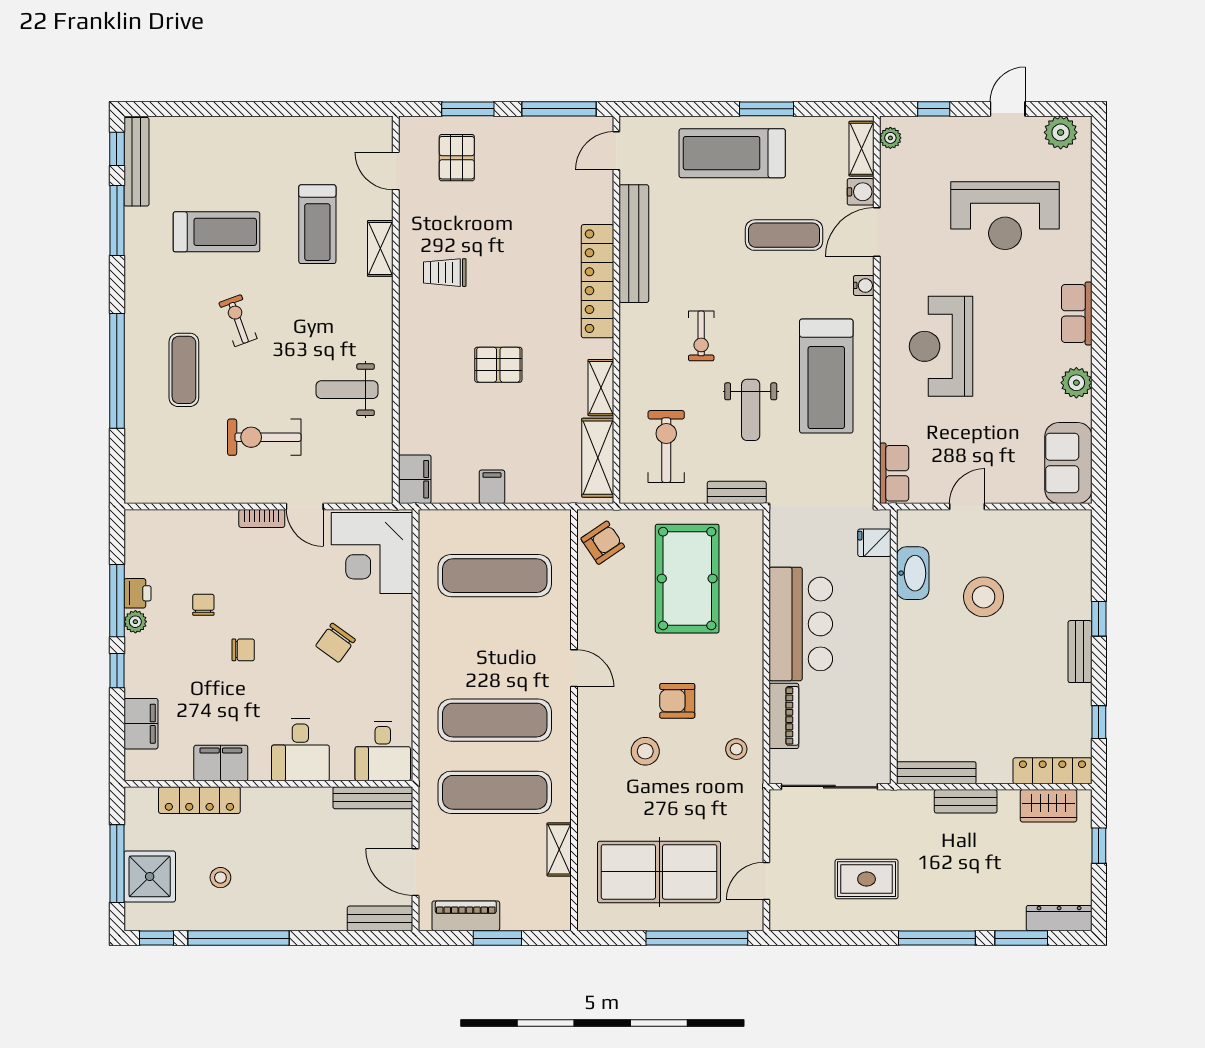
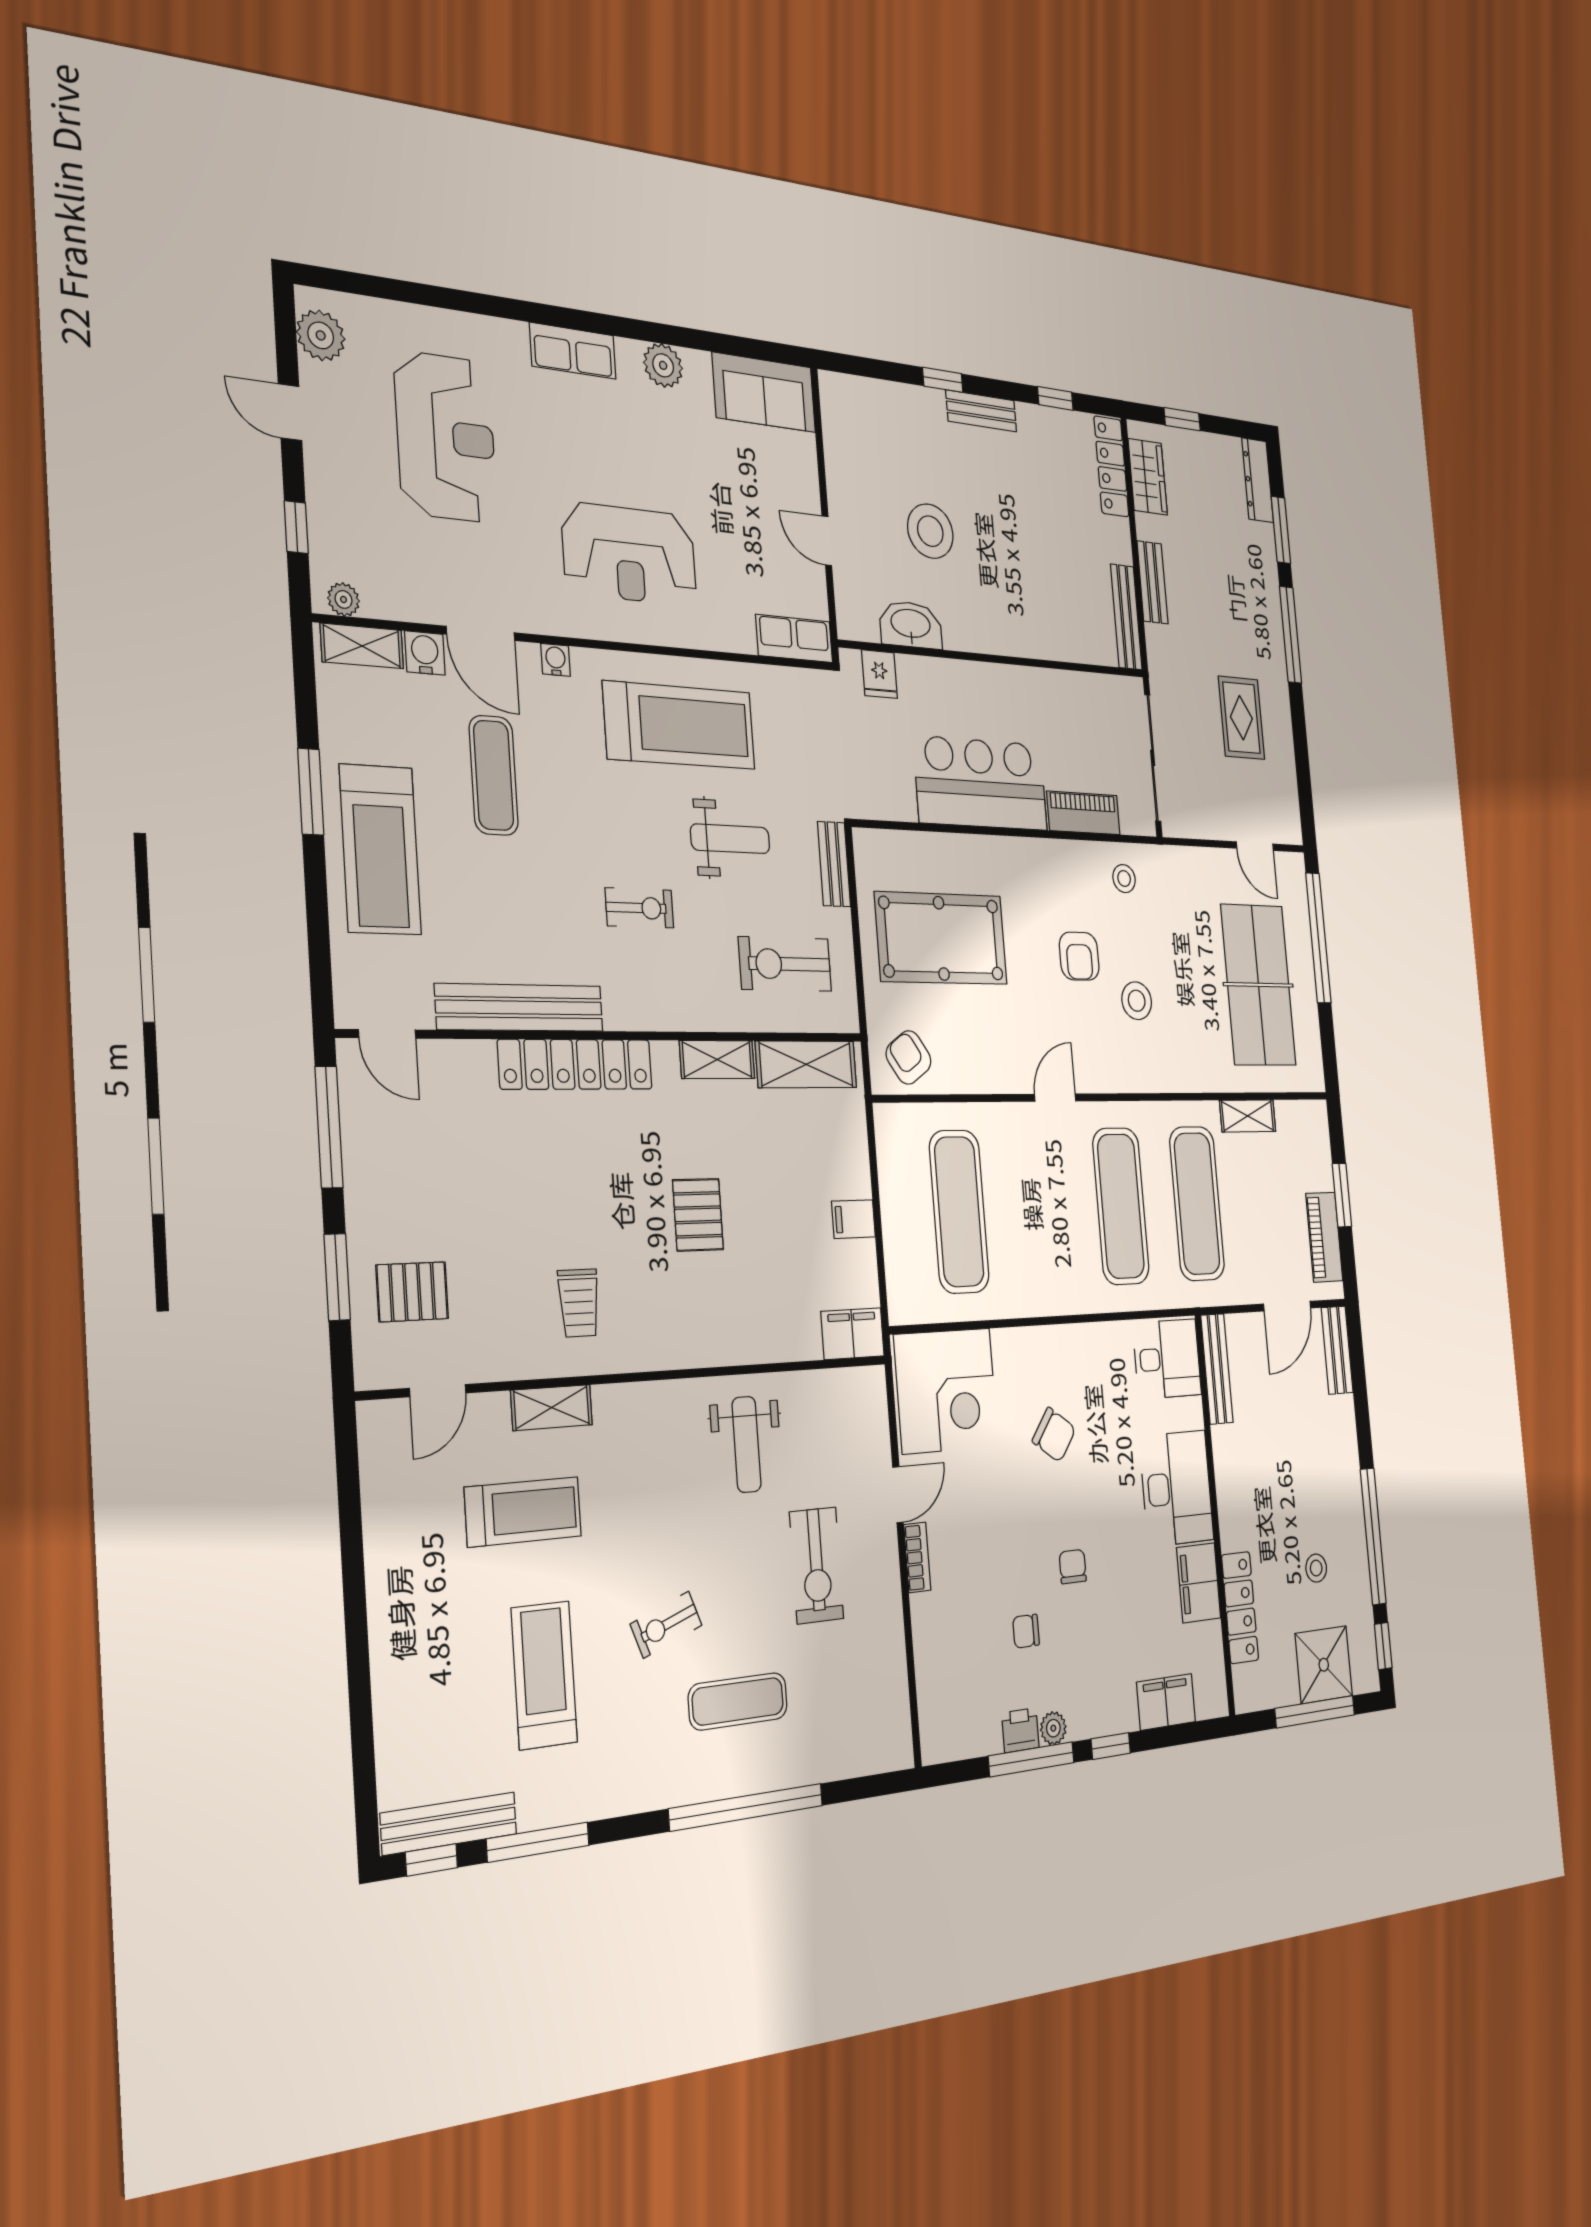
desk: (300, 750) -> (1177, 1488), width x1.37

